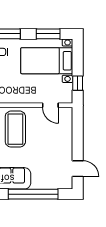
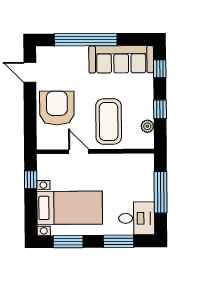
door: (50, 105) -> (79, 152), moved
armchair: (56, 140) -> (57, 108), added

